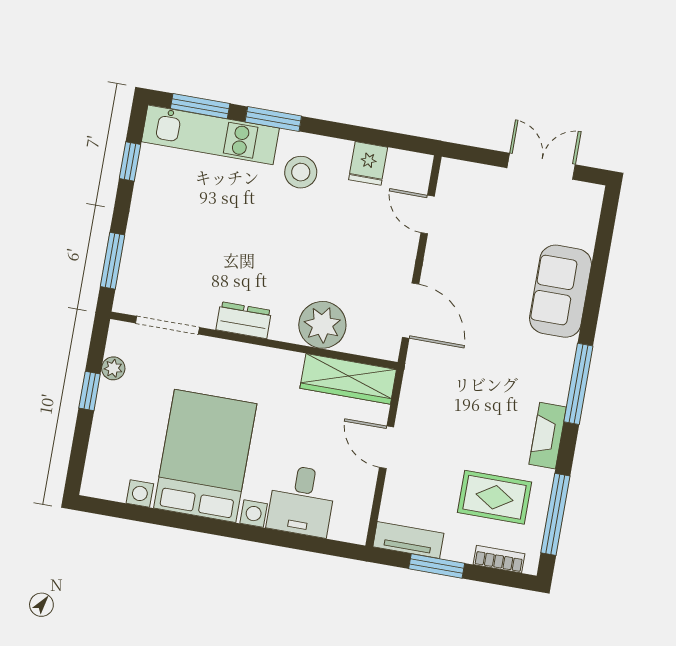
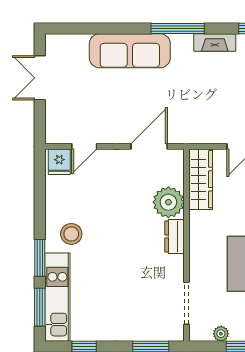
fridge: (368, 163) -> (59, 162), moved, turned 90
sofa: (561, 291) -> (130, 51), width x1.36
dresser: (244, 320) -> (174, 236), moved

